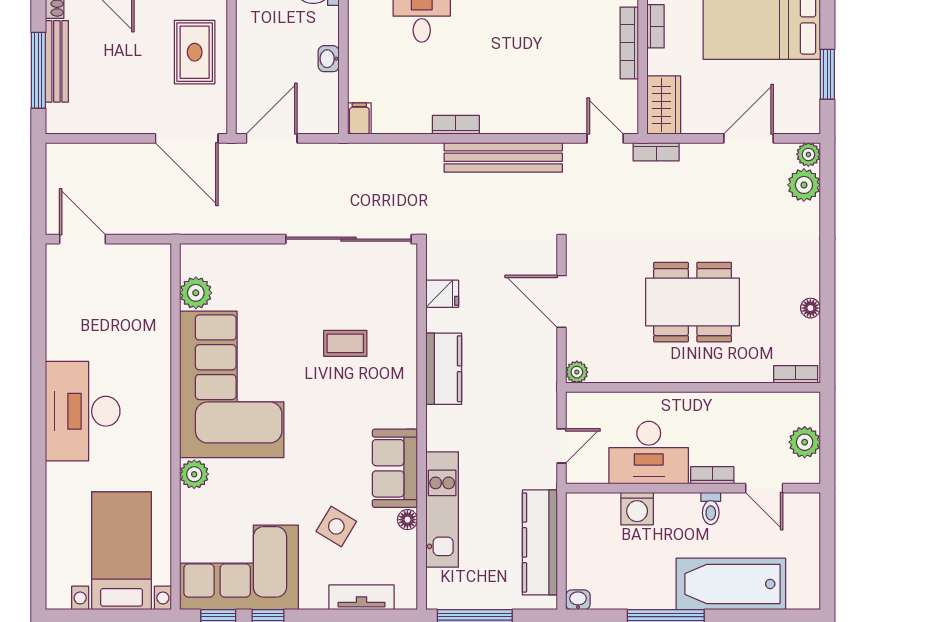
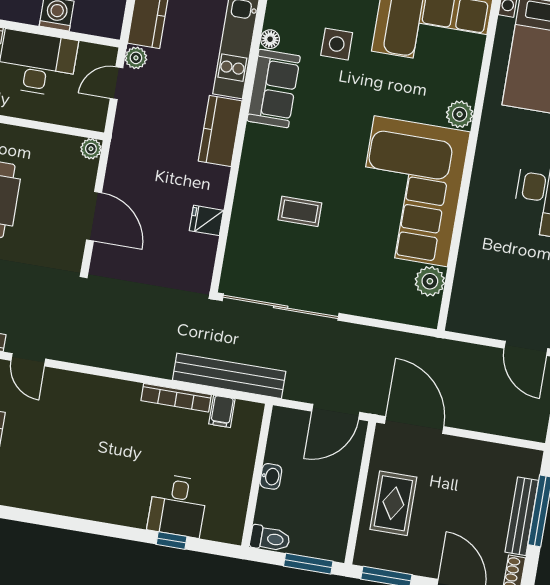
filing cabinet: (359, 119) -> (222, 411), moved
bookcase: (456, 125) -> (176, 398), width x1.56
bench: (503, 157) -> (229, 376), moved
fridge: (442, 294) -> (206, 220), moved
kitchen counter: (444, 369) -> (220, 131), moved
plant: (546, 476) -> (136, 58), added
side table: (336, 526) -> (337, 44), turned -31

